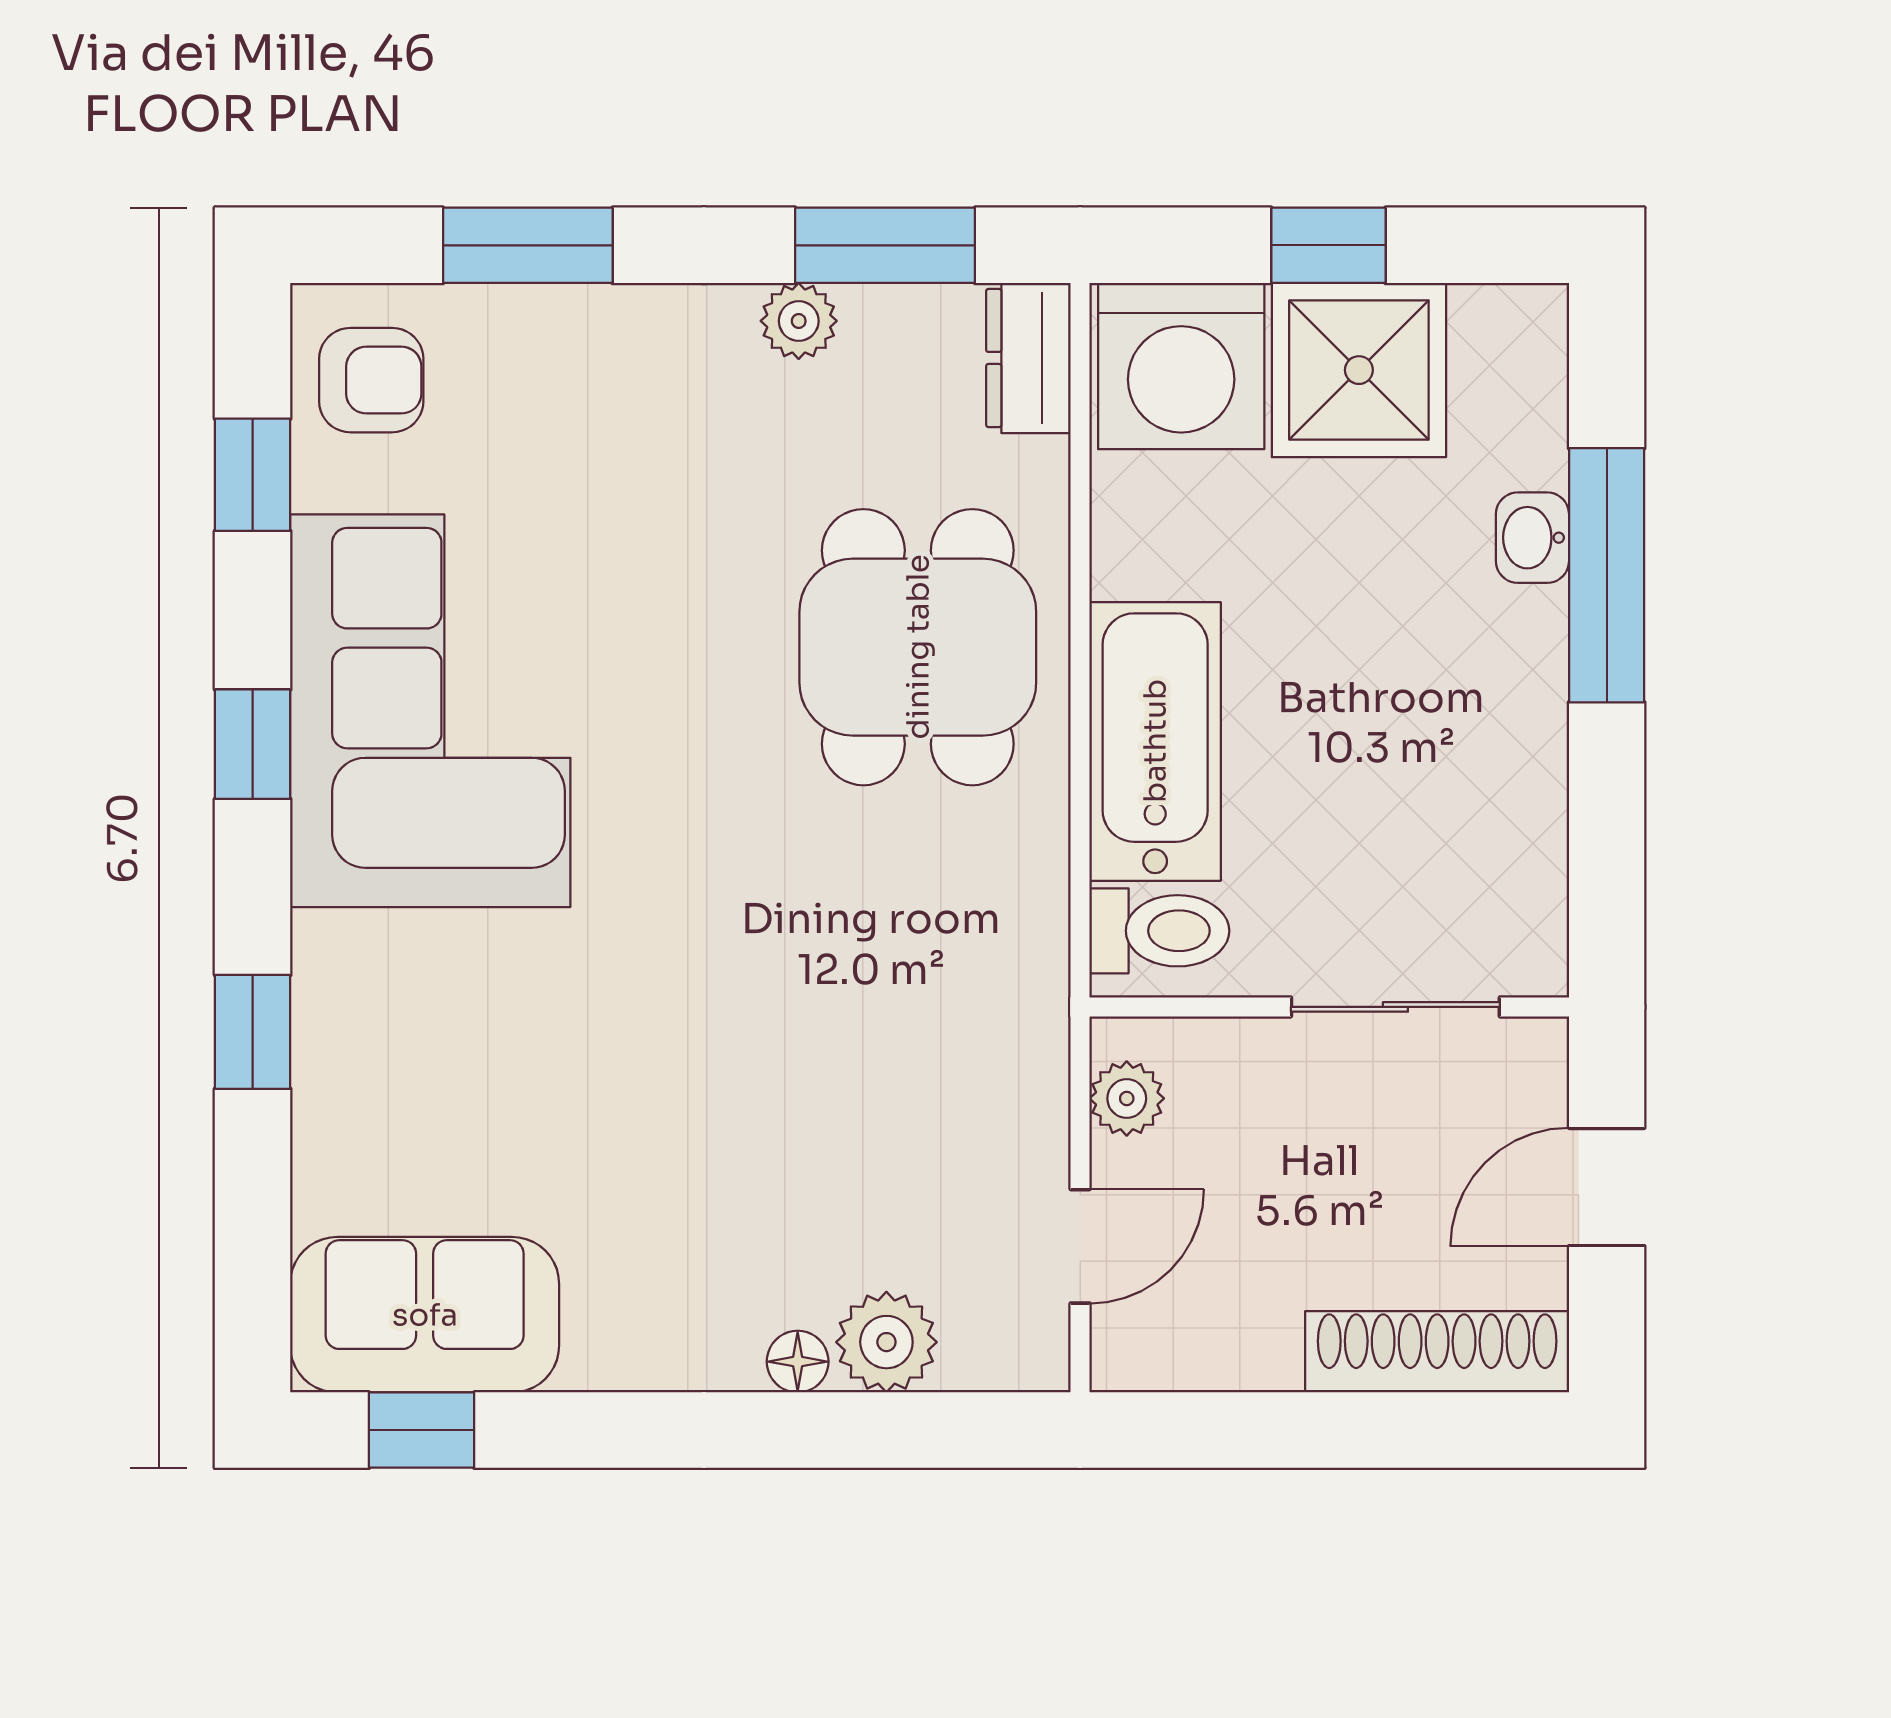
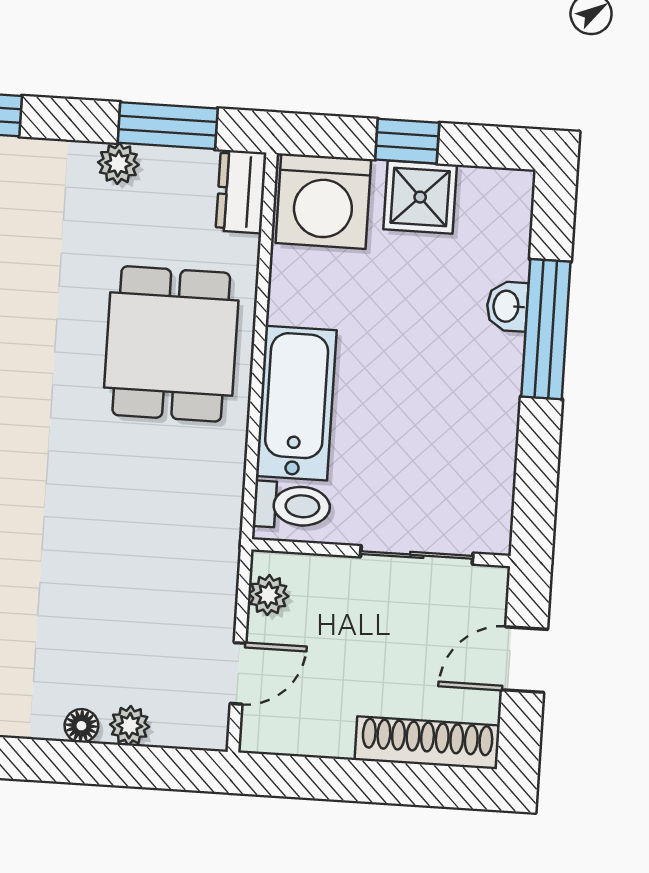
shower: (1359, 370) -> (420, 197), width x0.73, depth x0.73
plant: (886, 1342) -> (130, 726), width x0.73, depth x0.73

